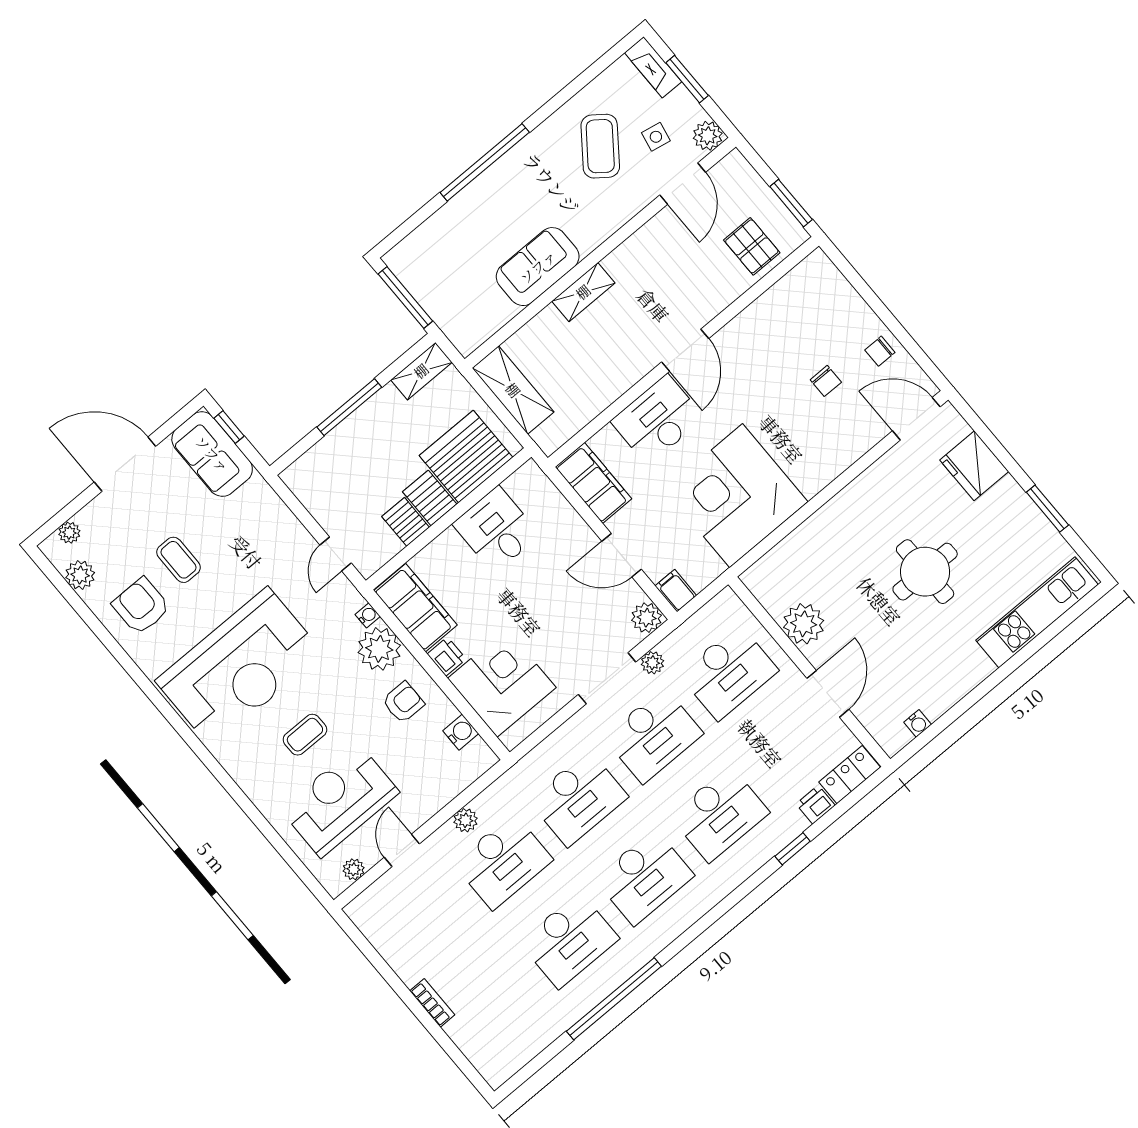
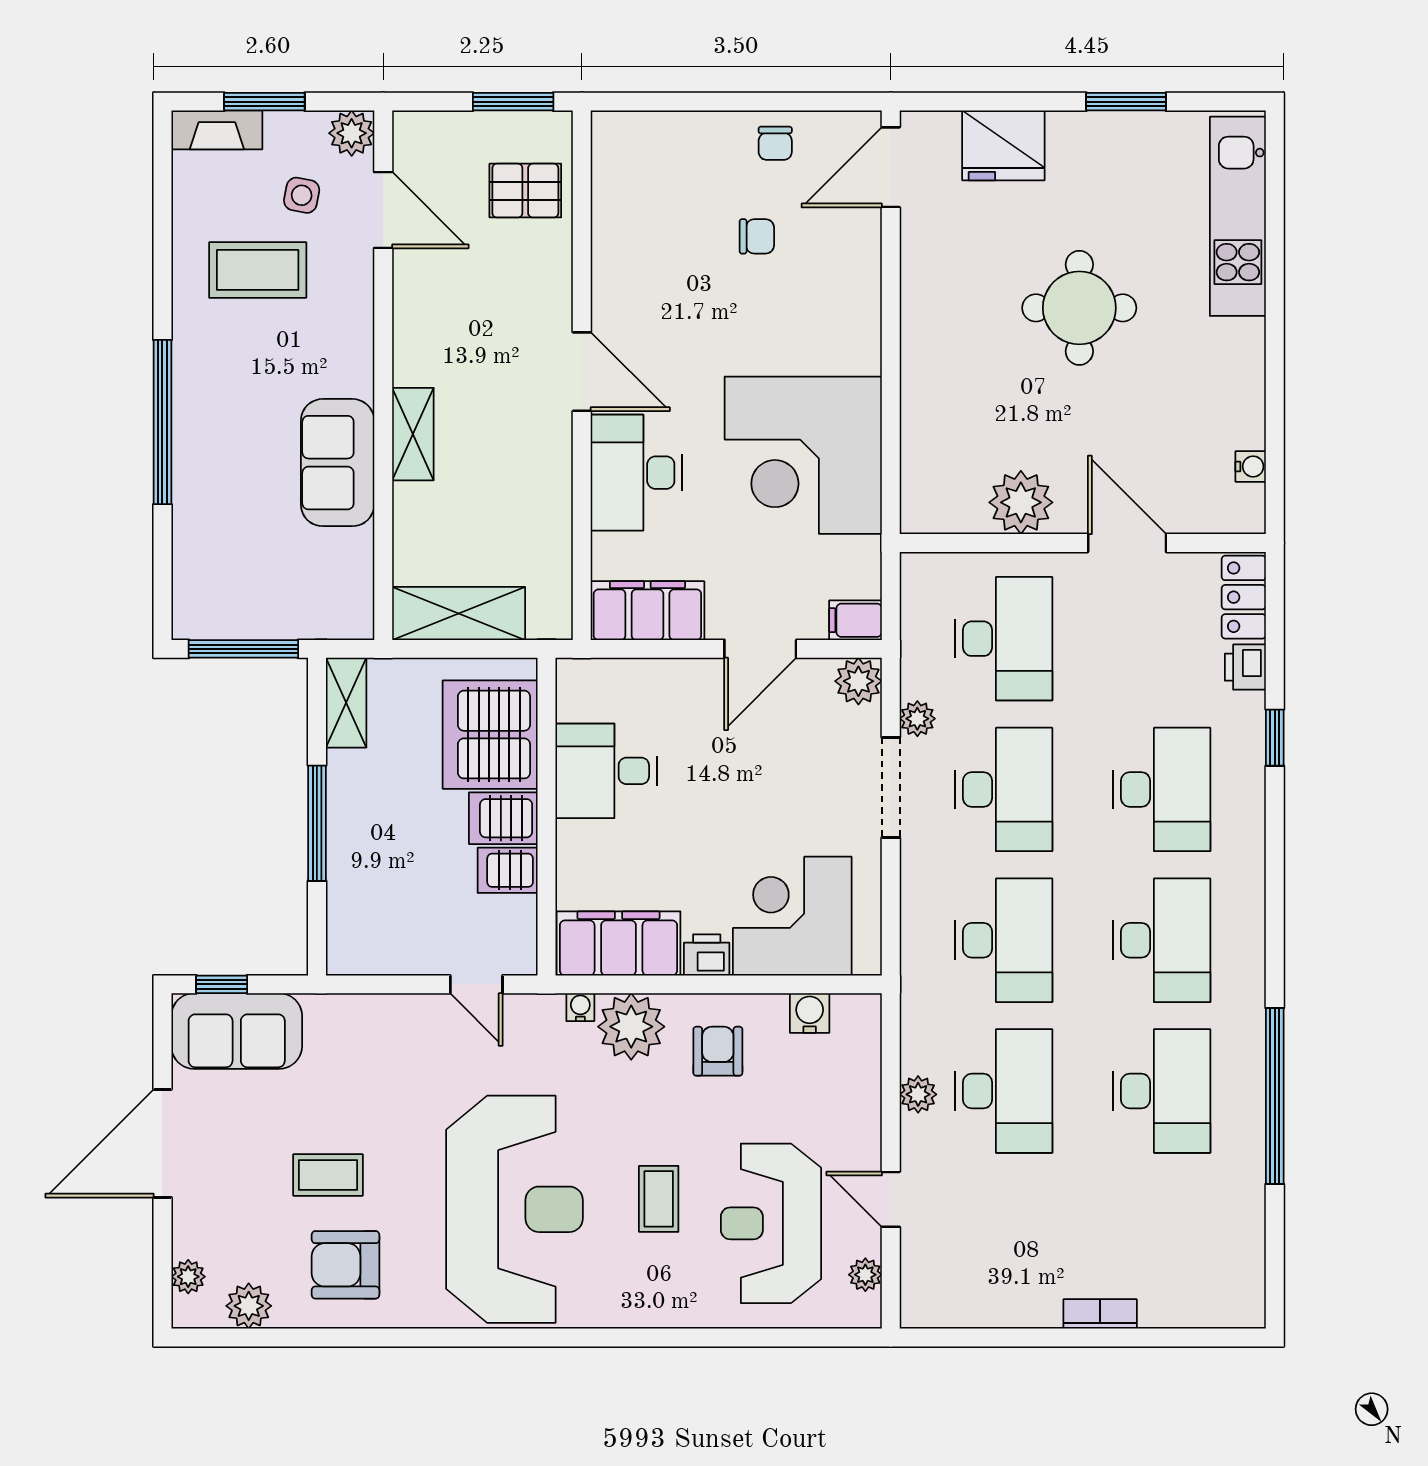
coffee table: (600, 146) -> (258, 270), turned -37

